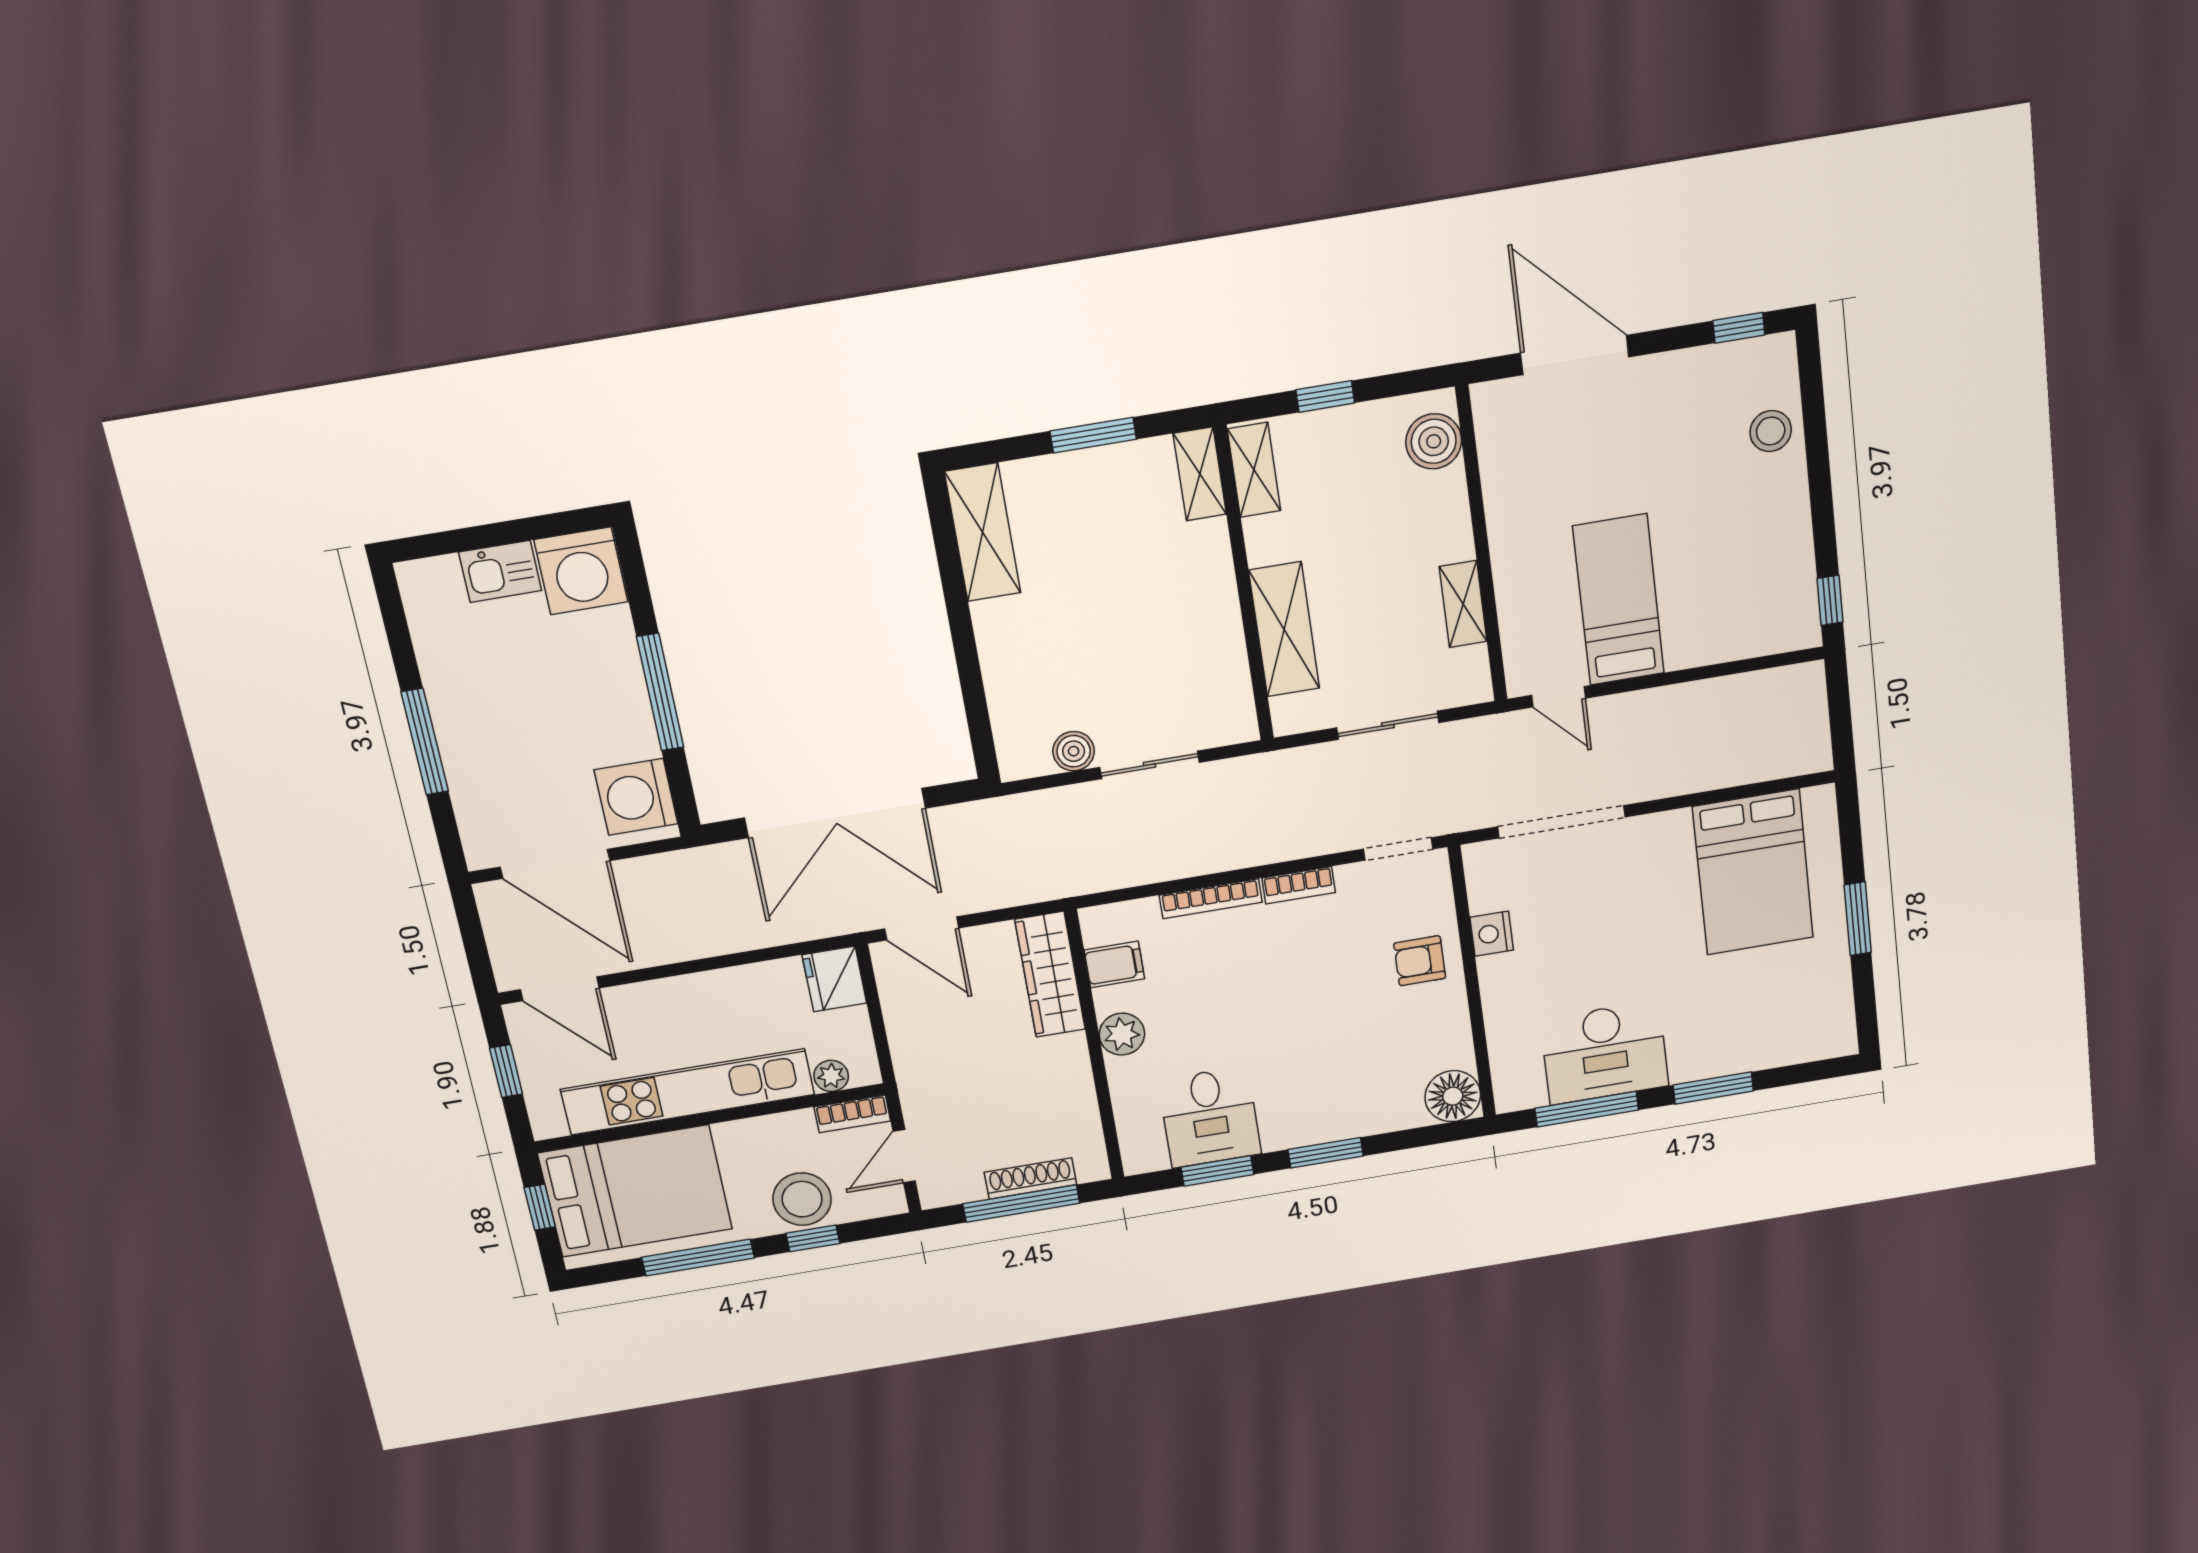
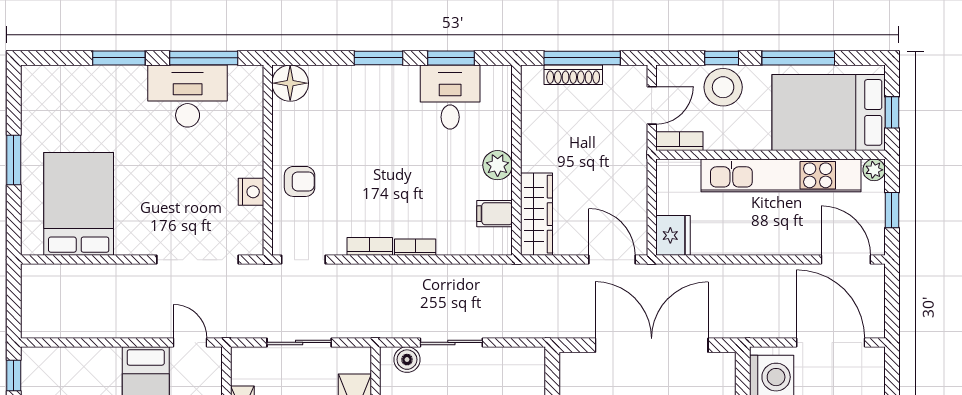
boiler: (1074, 751) -> (407, 360), moved
bookcase: (1211, 899) -> (415, 247), width x0.64
plant: (831, 1076) -> (874, 170), moved

